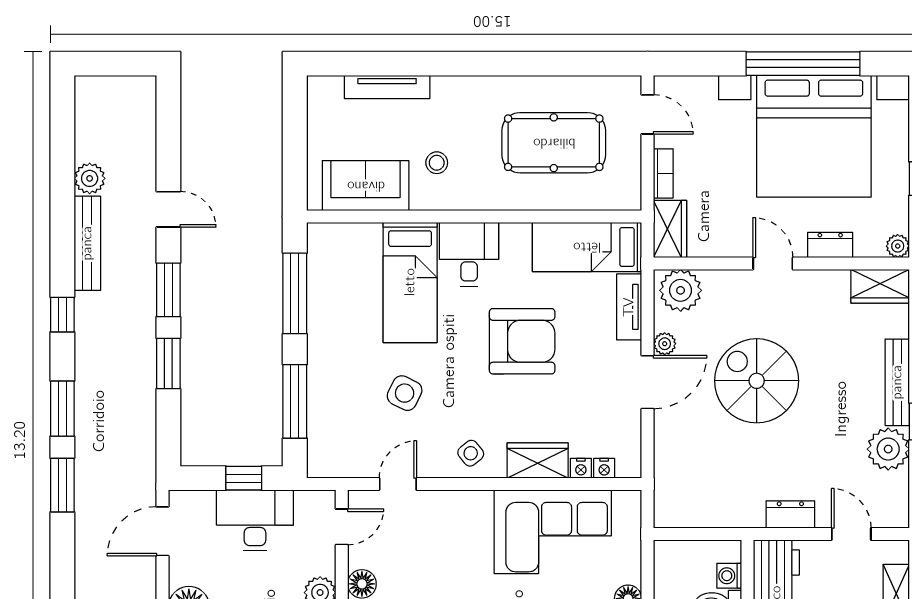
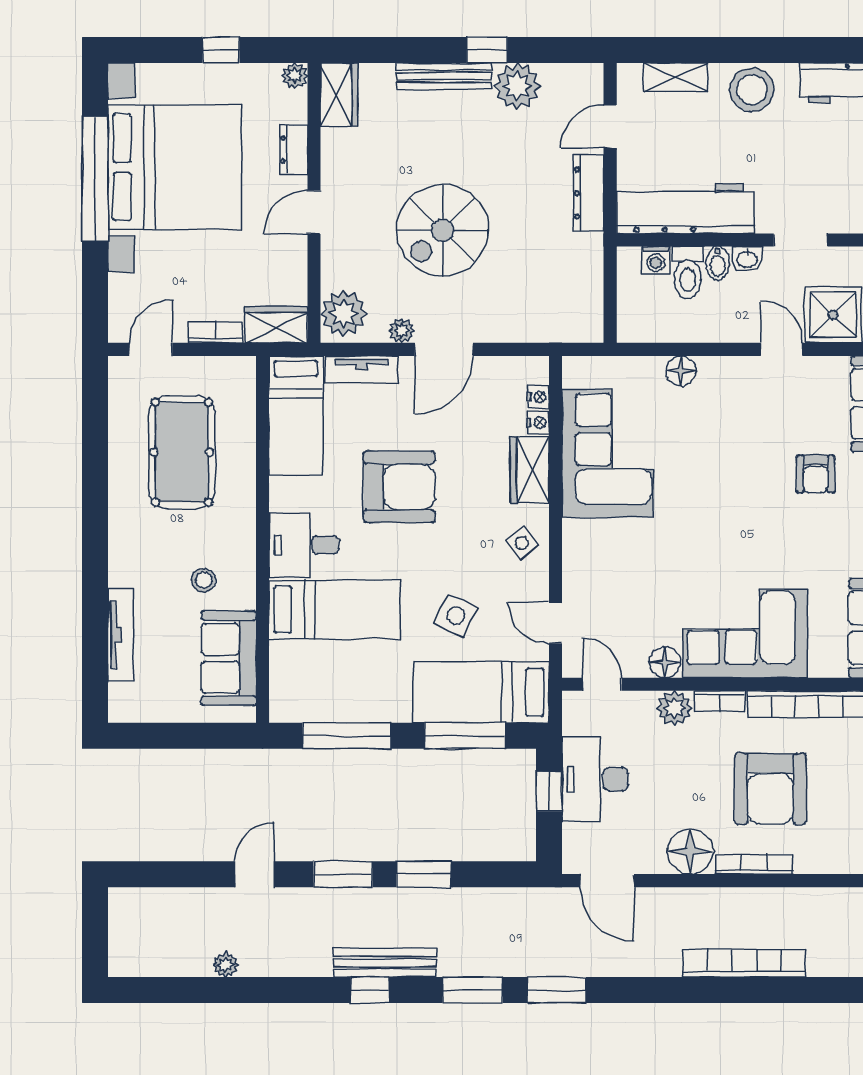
plant: (90, 178) -> (225, 965), width x0.73, depth x0.73
bench: (87, 243) -> (385, 963), moved
armchair: (522, 341) -> (399, 487), turned 90
door: (648, 382) -> (444, 349), swing flipped
bed: (334, 416) -> (481, 692), added
dresser: (790, 514) -> (589, 193), width x1.44

